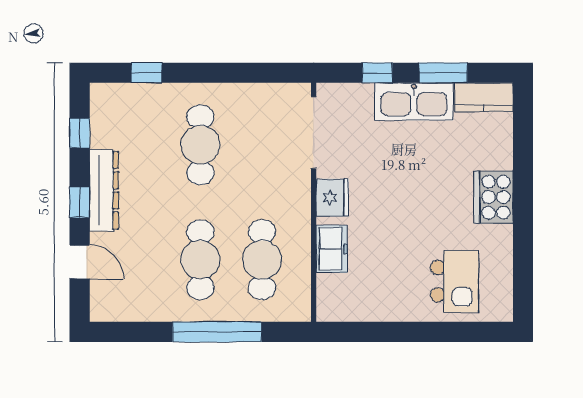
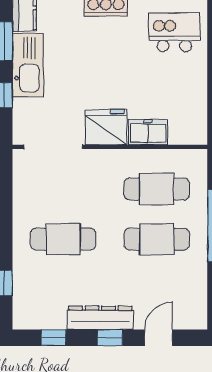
fridge: (332, 198) -> (106, 127), width x1.36, depth x1.34

